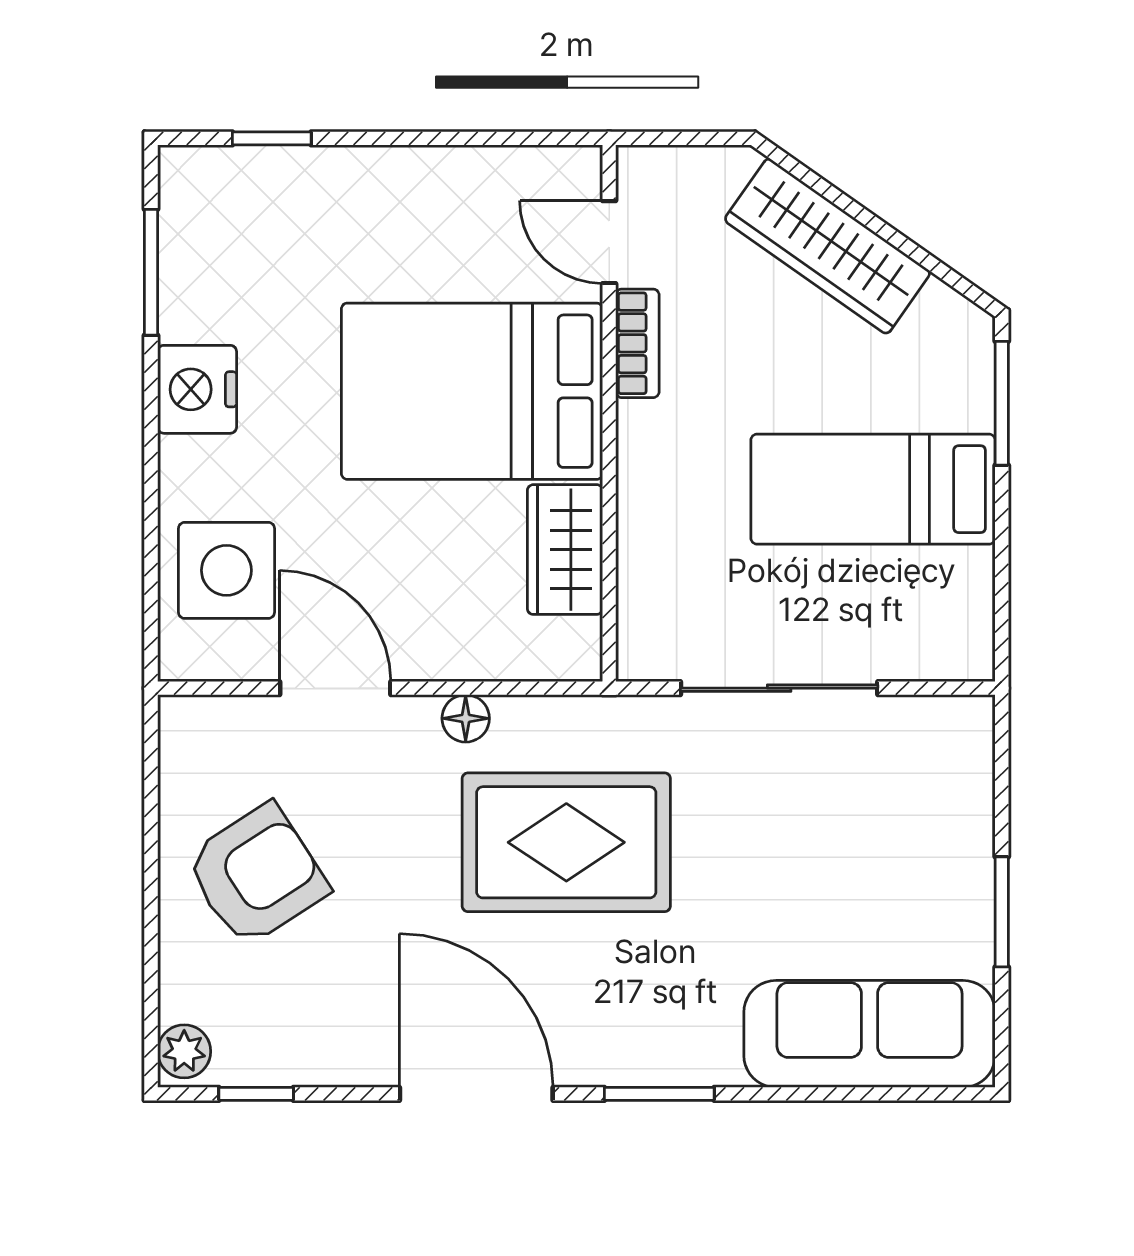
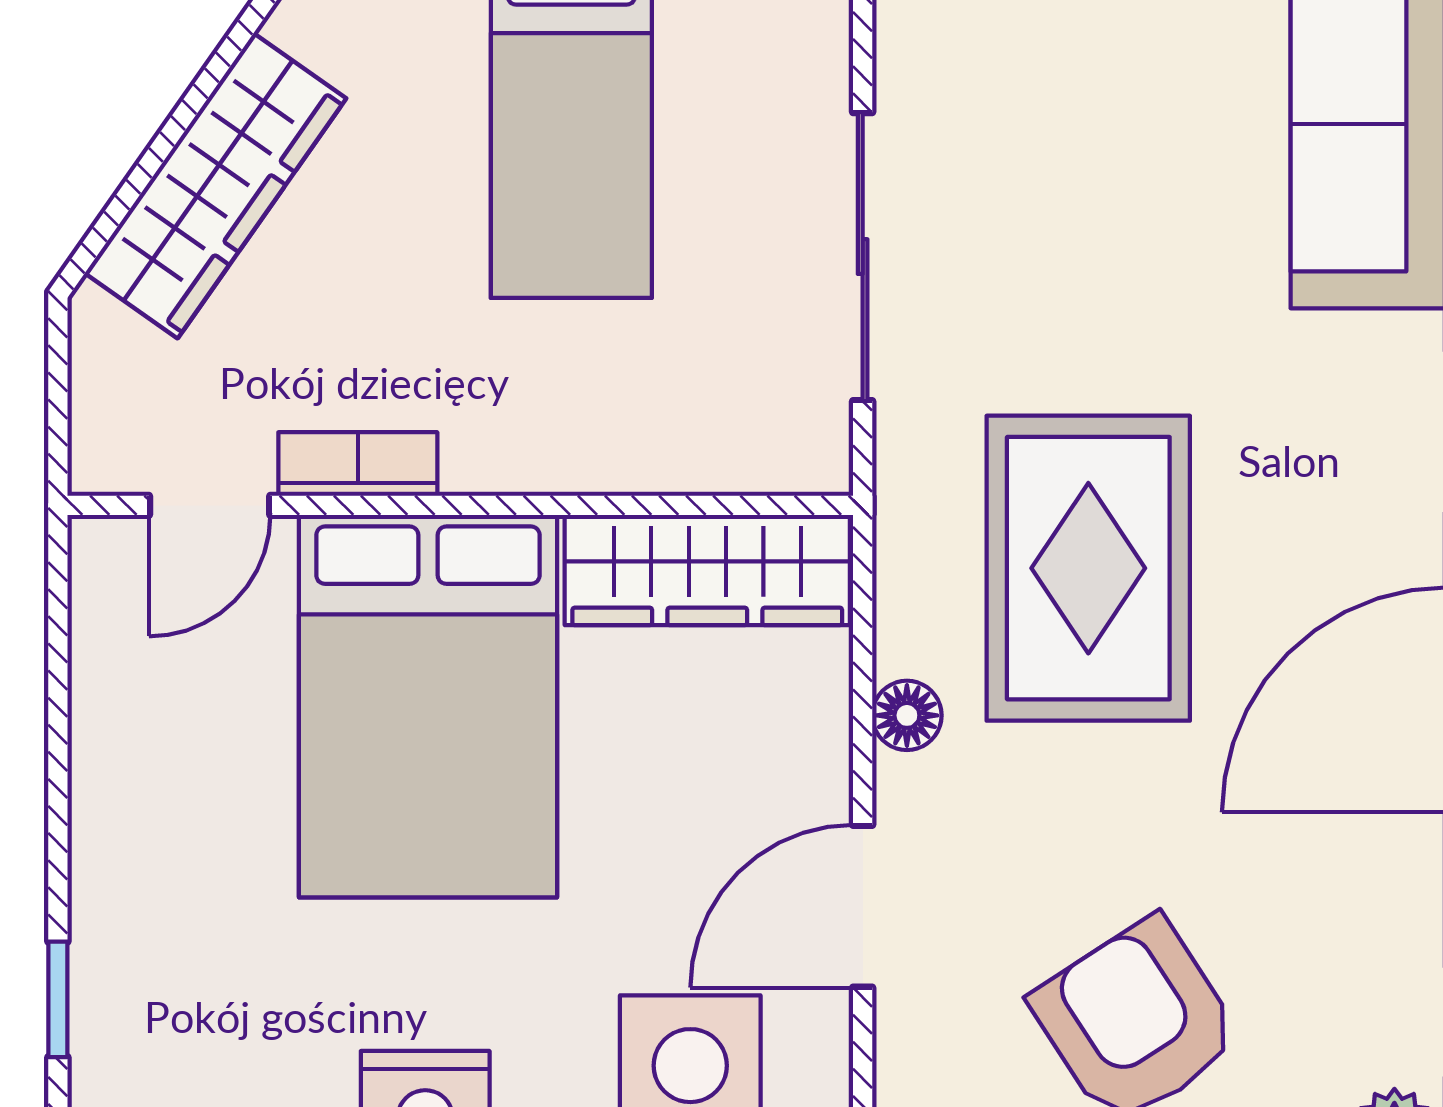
wardrobe: (565, 550) -> (707, 570), width x1.50

